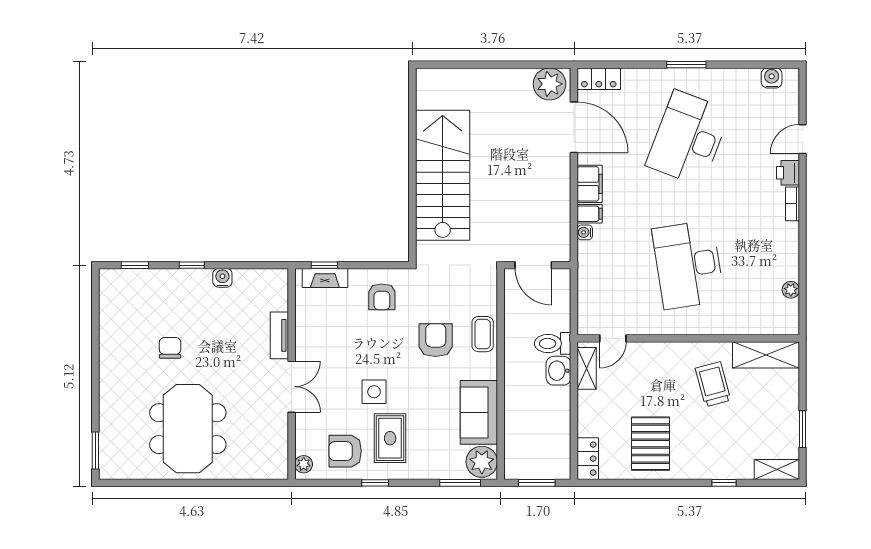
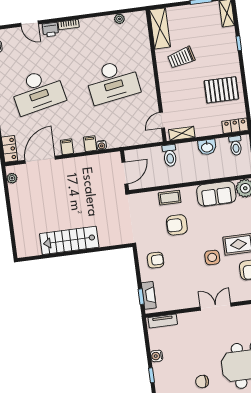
plant: (550, 84) -> (12, 178), width x0.53, depth x0.53
desk: (688, 138) -> (38, 91), turned -33
stairs: (443, 175) -> (69, 240), width x0.73, depth x0.66
filing cabinet: (590, 184) -> (67, 147), width x0.50
tv unit: (279, 335) -> (163, 321), moved
door: (613, 338) -> (162, 120), swing flipped
washbasin: (558, 371) -> (207, 147), moved
toilet: (555, 455) -> (236, 146), added

